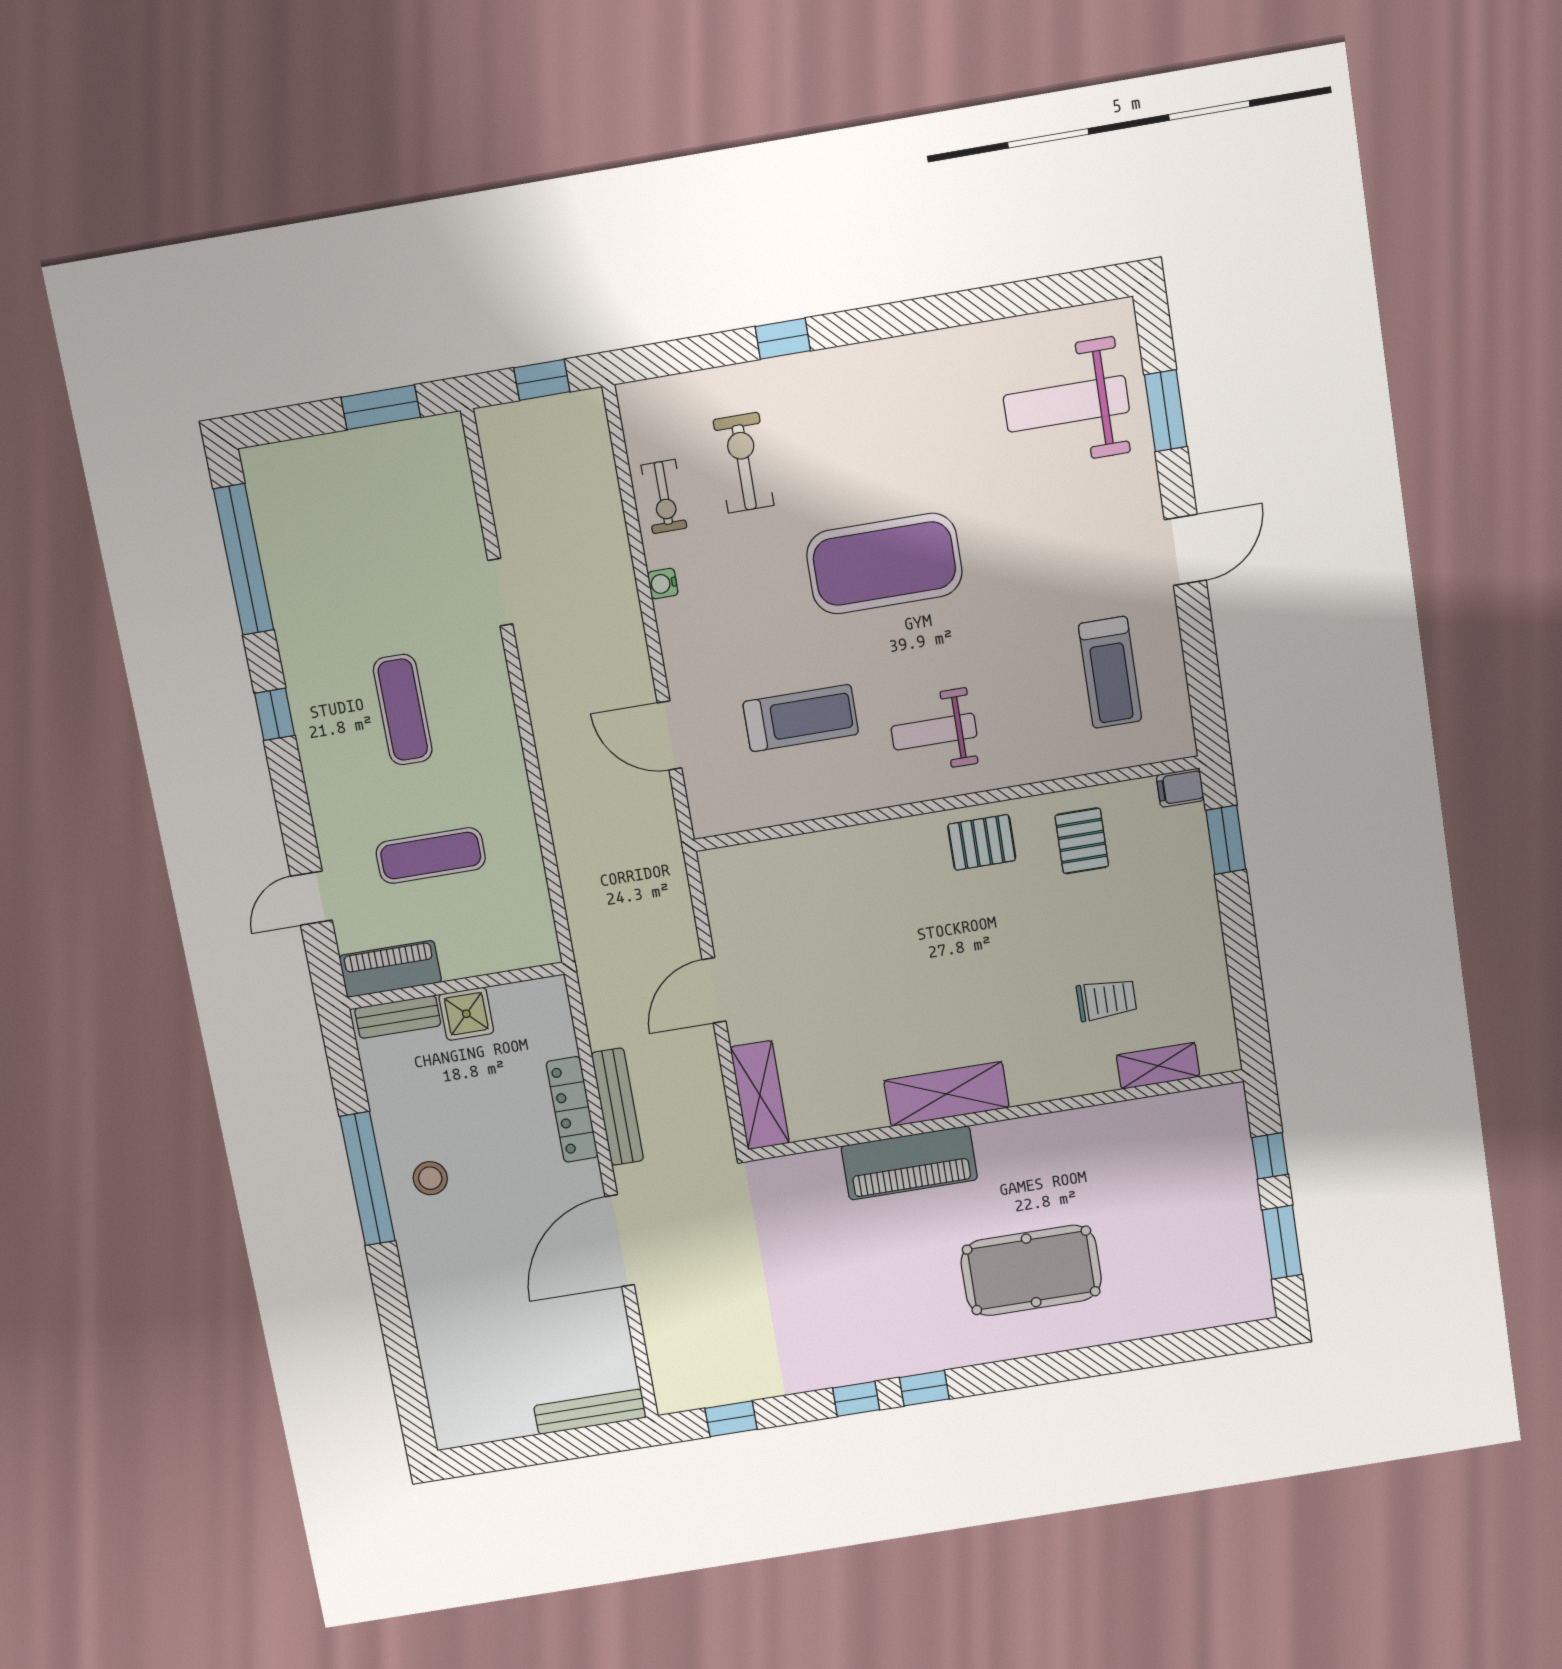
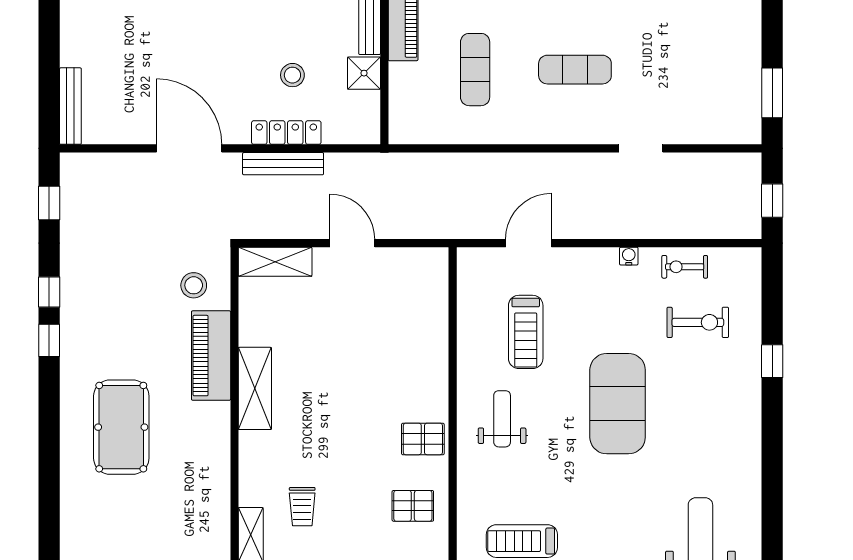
pallet: (982, 842) -> (423, 439), turned 90
stool: (430, 1178) -> (292, 75), moved
stool: (813, 1203) -> (194, 285), added

